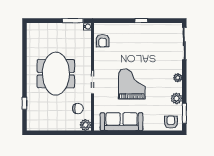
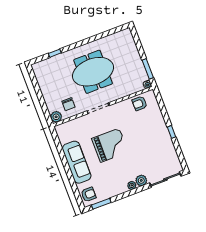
plant: (176, 98) -> (141, 180), moved
sofa: (122, 122) -> (77, 162), moved

